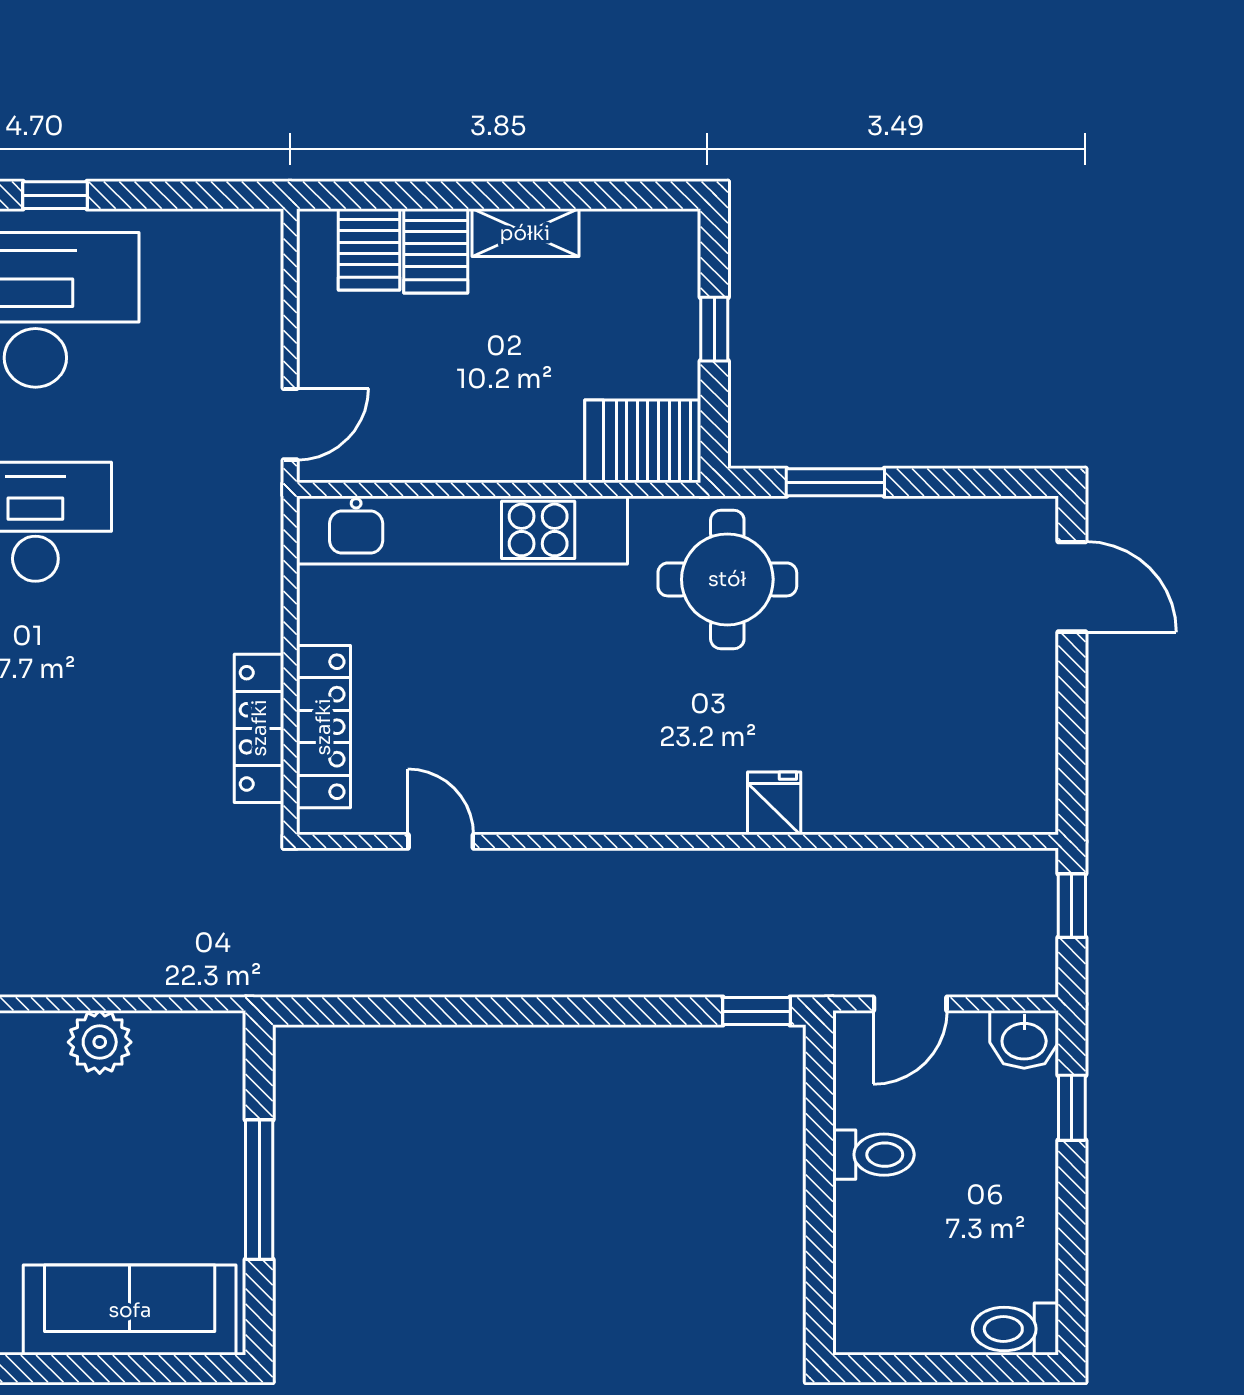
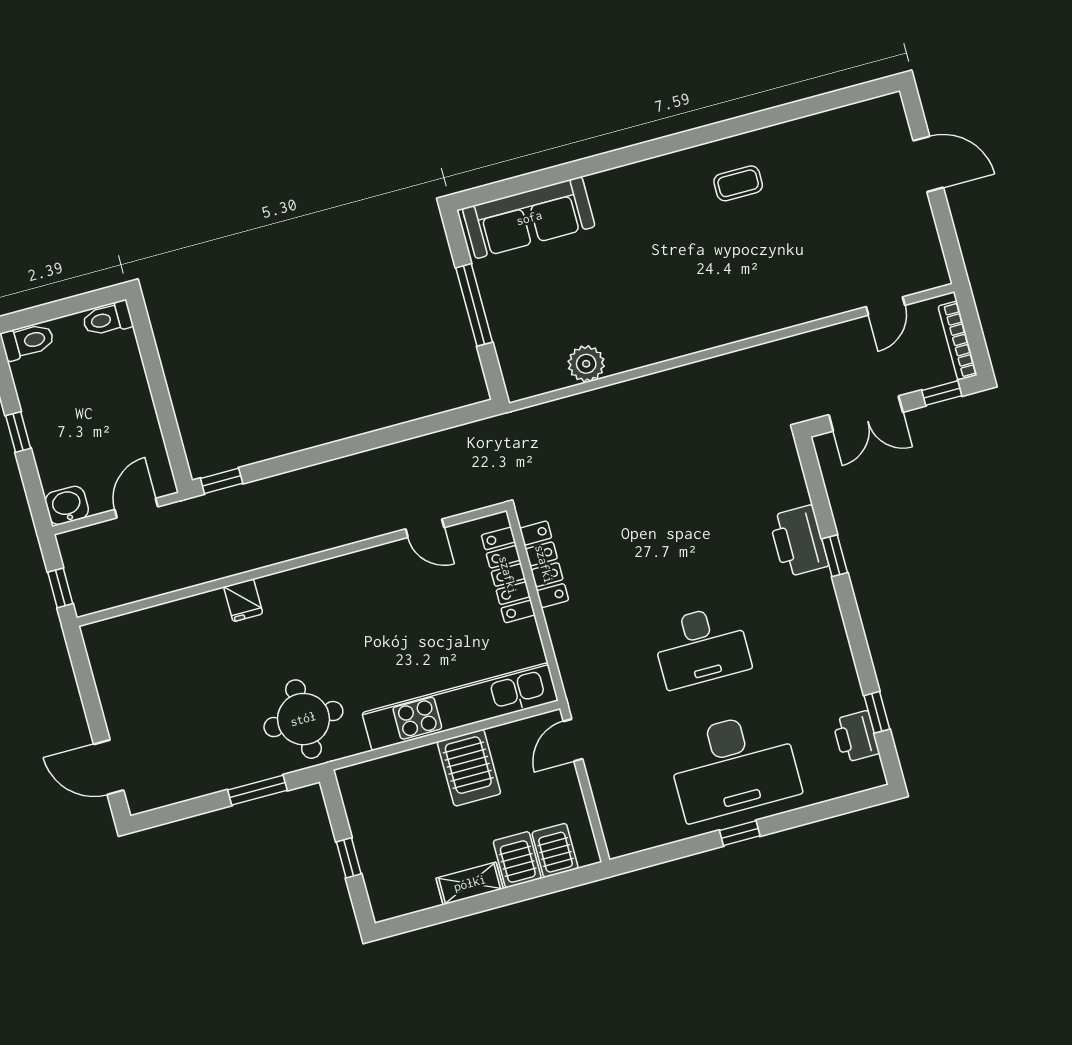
server rack: (643, 441) -> (469, 768), moved, turned 90
window: (1072, 1108) -> (18, 432), moved
toilet: (873, 1155) -> (107, 319), moved

